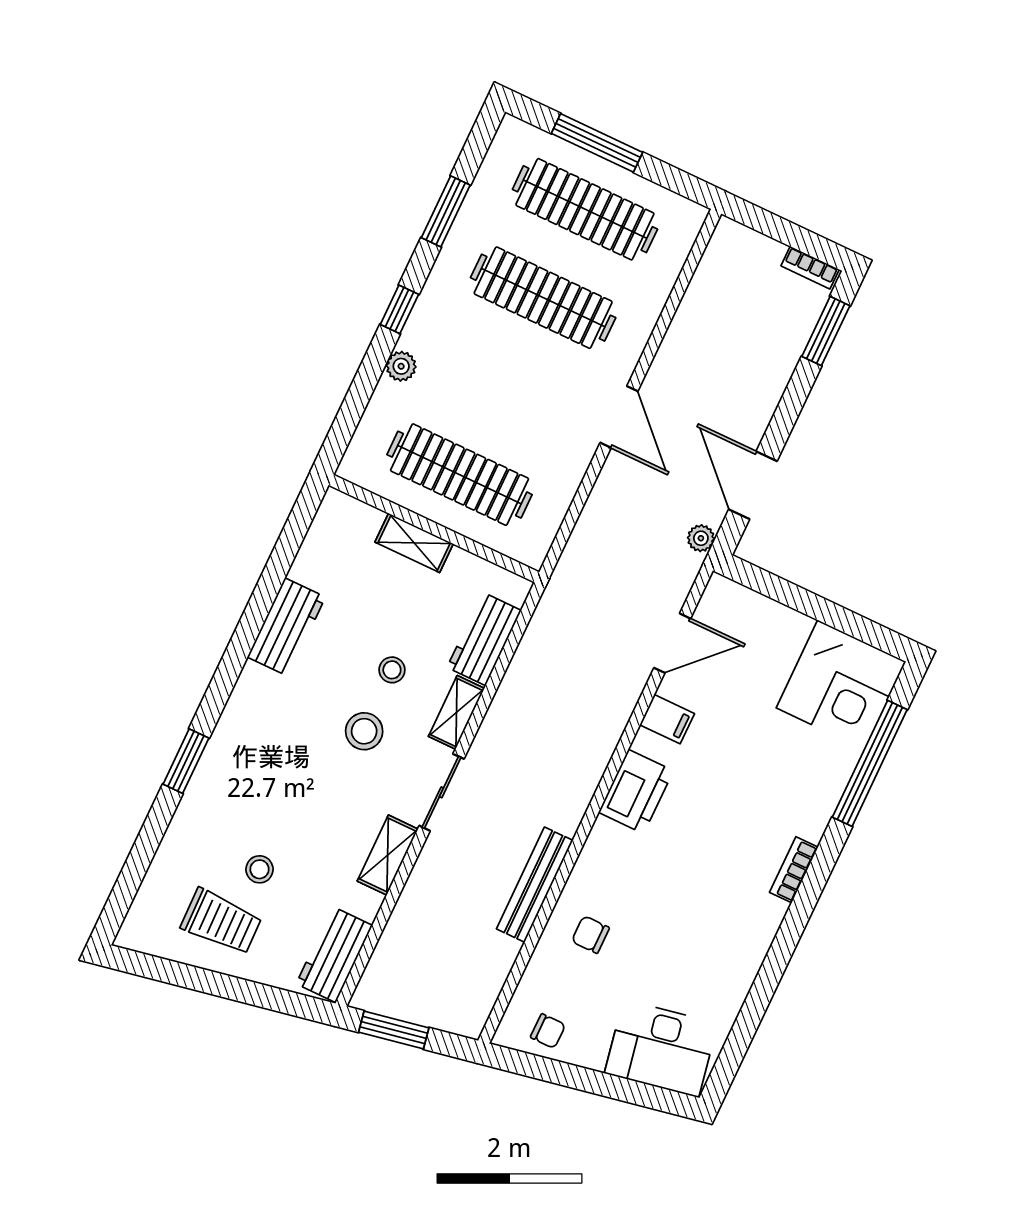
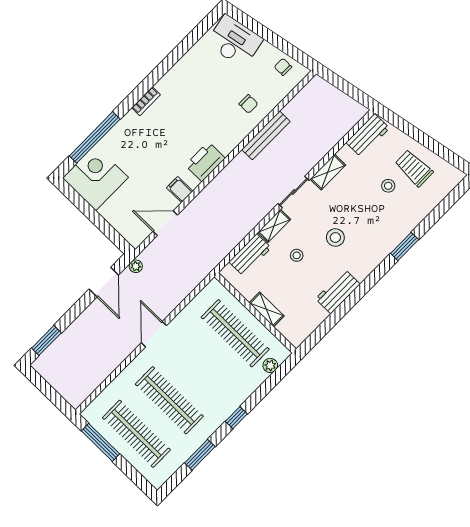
window: (597, 143) -> (101, 442), moved
bookcase: (810, 268) -> (44, 372), removed
plant: (401, 366) -> (270, 365), moved
stool: (364, 731) -> (335, 237), moved
window: (394, 1030) -> (353, 92), removed

